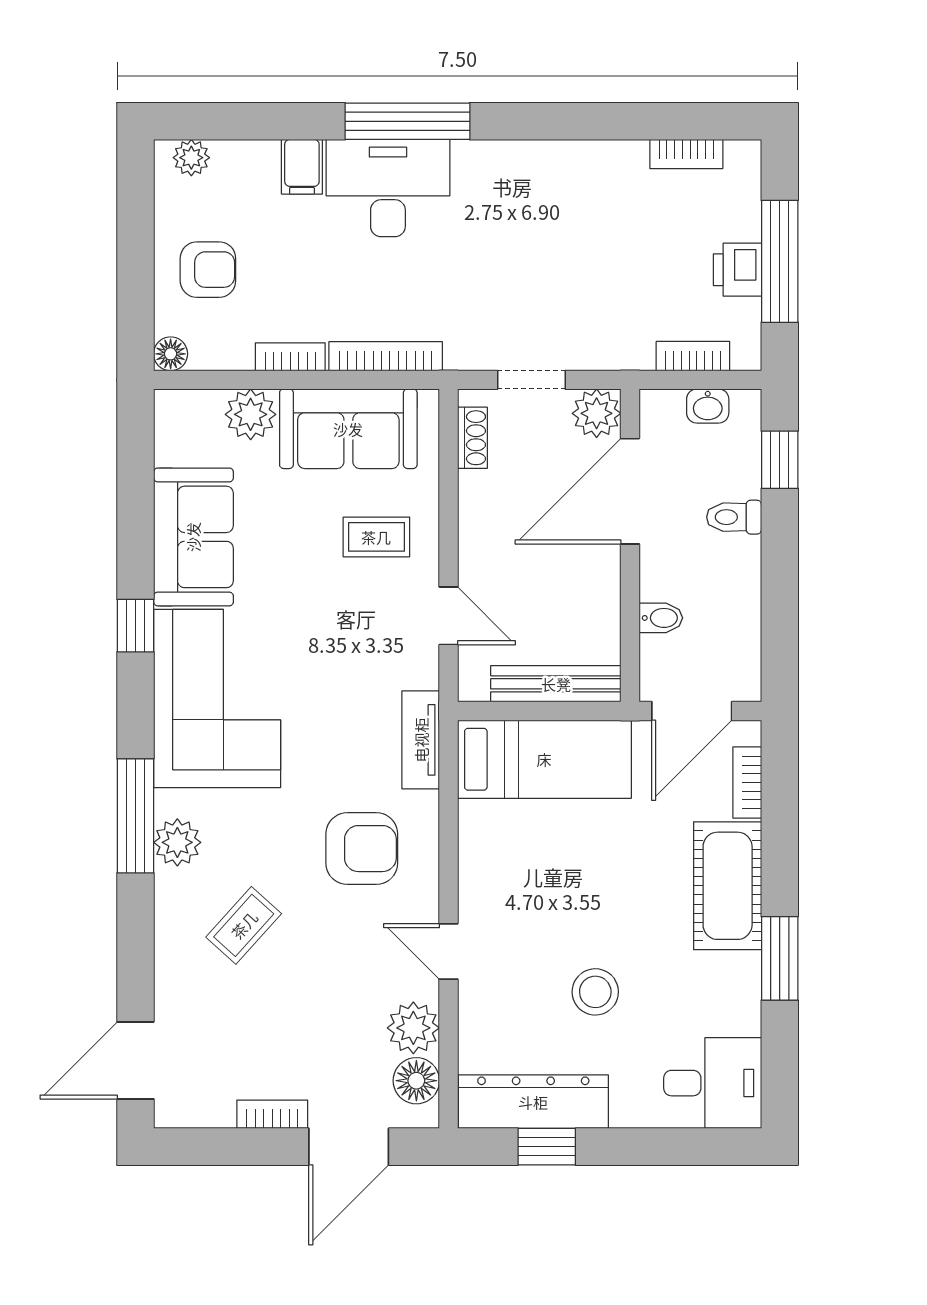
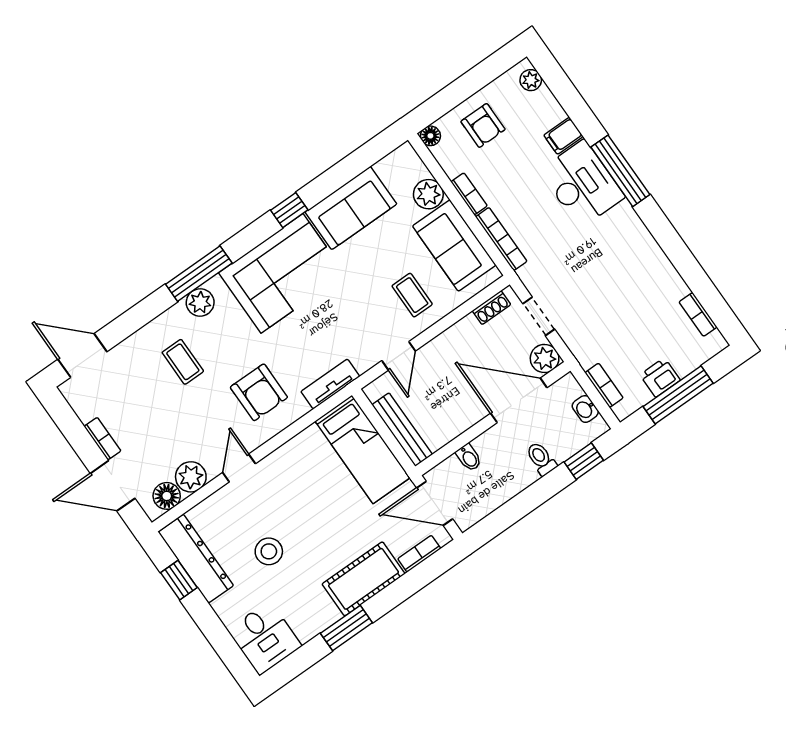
coffee table: (244, 925) -> (183, 362), turned 48

